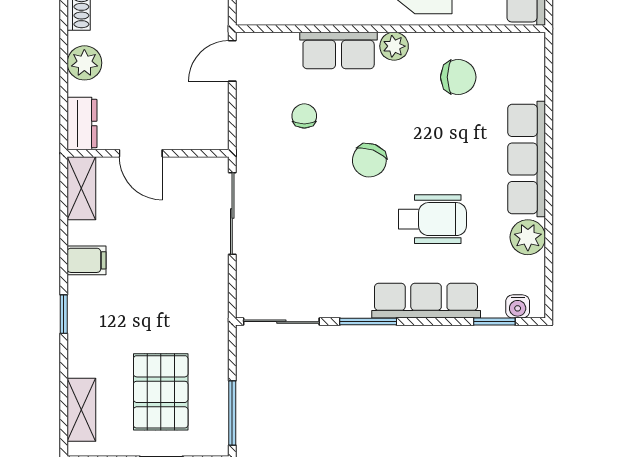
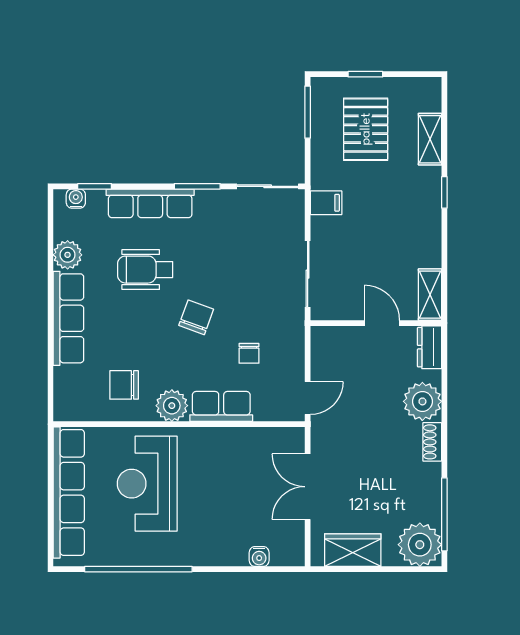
plant: (394, 46) -> (172, 406), width x1.38, depth x1.38
plant: (84, 63) -> (422, 401), width x1.36, depth x1.36
filing cabinet: (87, 260) -> (326, 203), moved, turned 180
shelving: (81, 410) -> (430, 139), moved

